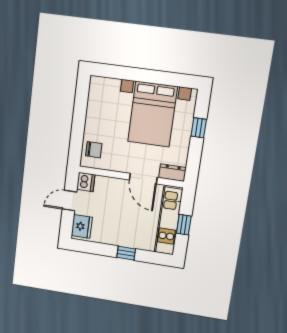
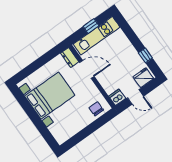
window: (199, 128) -> (35, 66), removed
door: (143, 179) -> (87, 69), hinge flipped
window: (126, 253) -> (145, 56), moved

